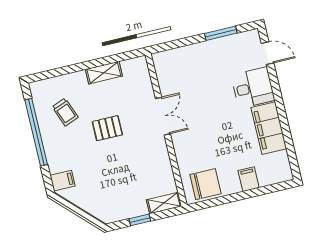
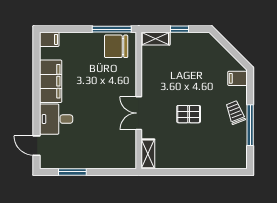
shelving: (104, 73) -> (148, 154), moved, turned 90
trolley: (65, 112) -> (235, 112), moved
window: (36, 132) -> (250, 125), width x0.68
filing cabinet: (249, 179) -> (49, 39), moved, turned -90
window: (215, 202) -> (112, 29), added

